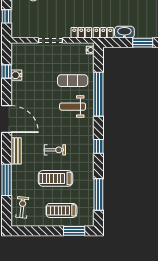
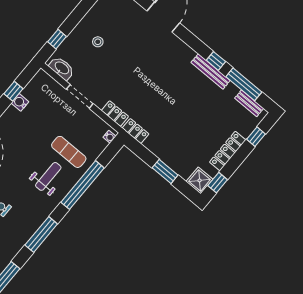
washbasin: (124, 32) -> (62, 68), moved
weight bench: (73, 107) -> (48, 176), turned 90
window: (98, 146) -> (41, 235), width x2.17

